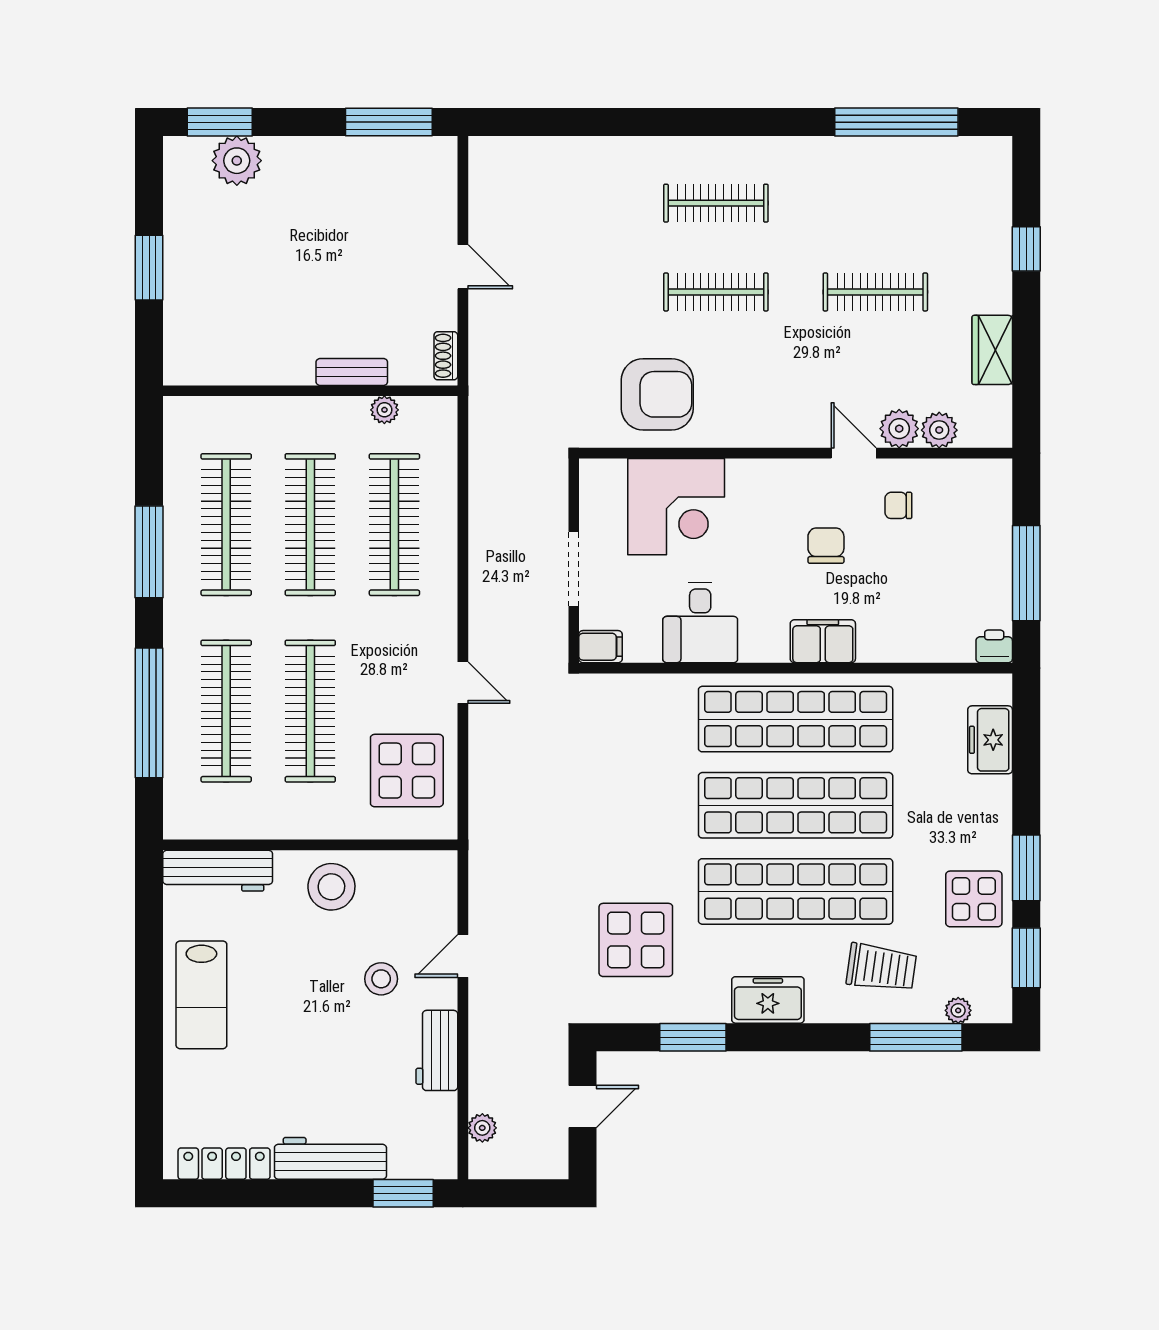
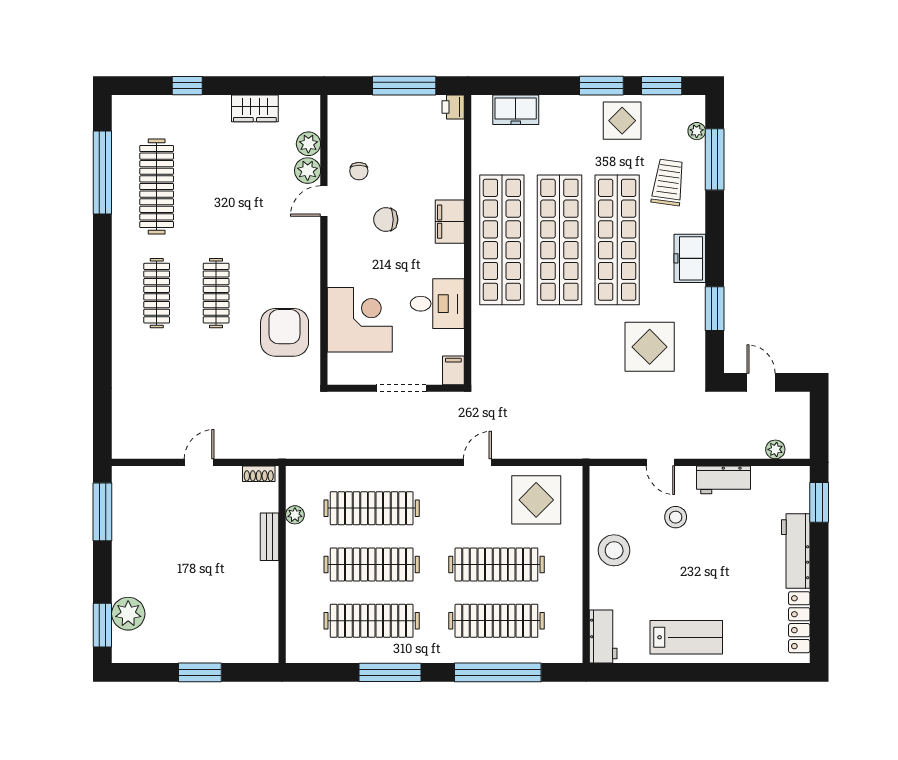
clothes rail: (875, 292) -> (157, 187), moved, width x1.37, depth x1.31
workbench: (218, 871) -> (603, 636), width x0.73

